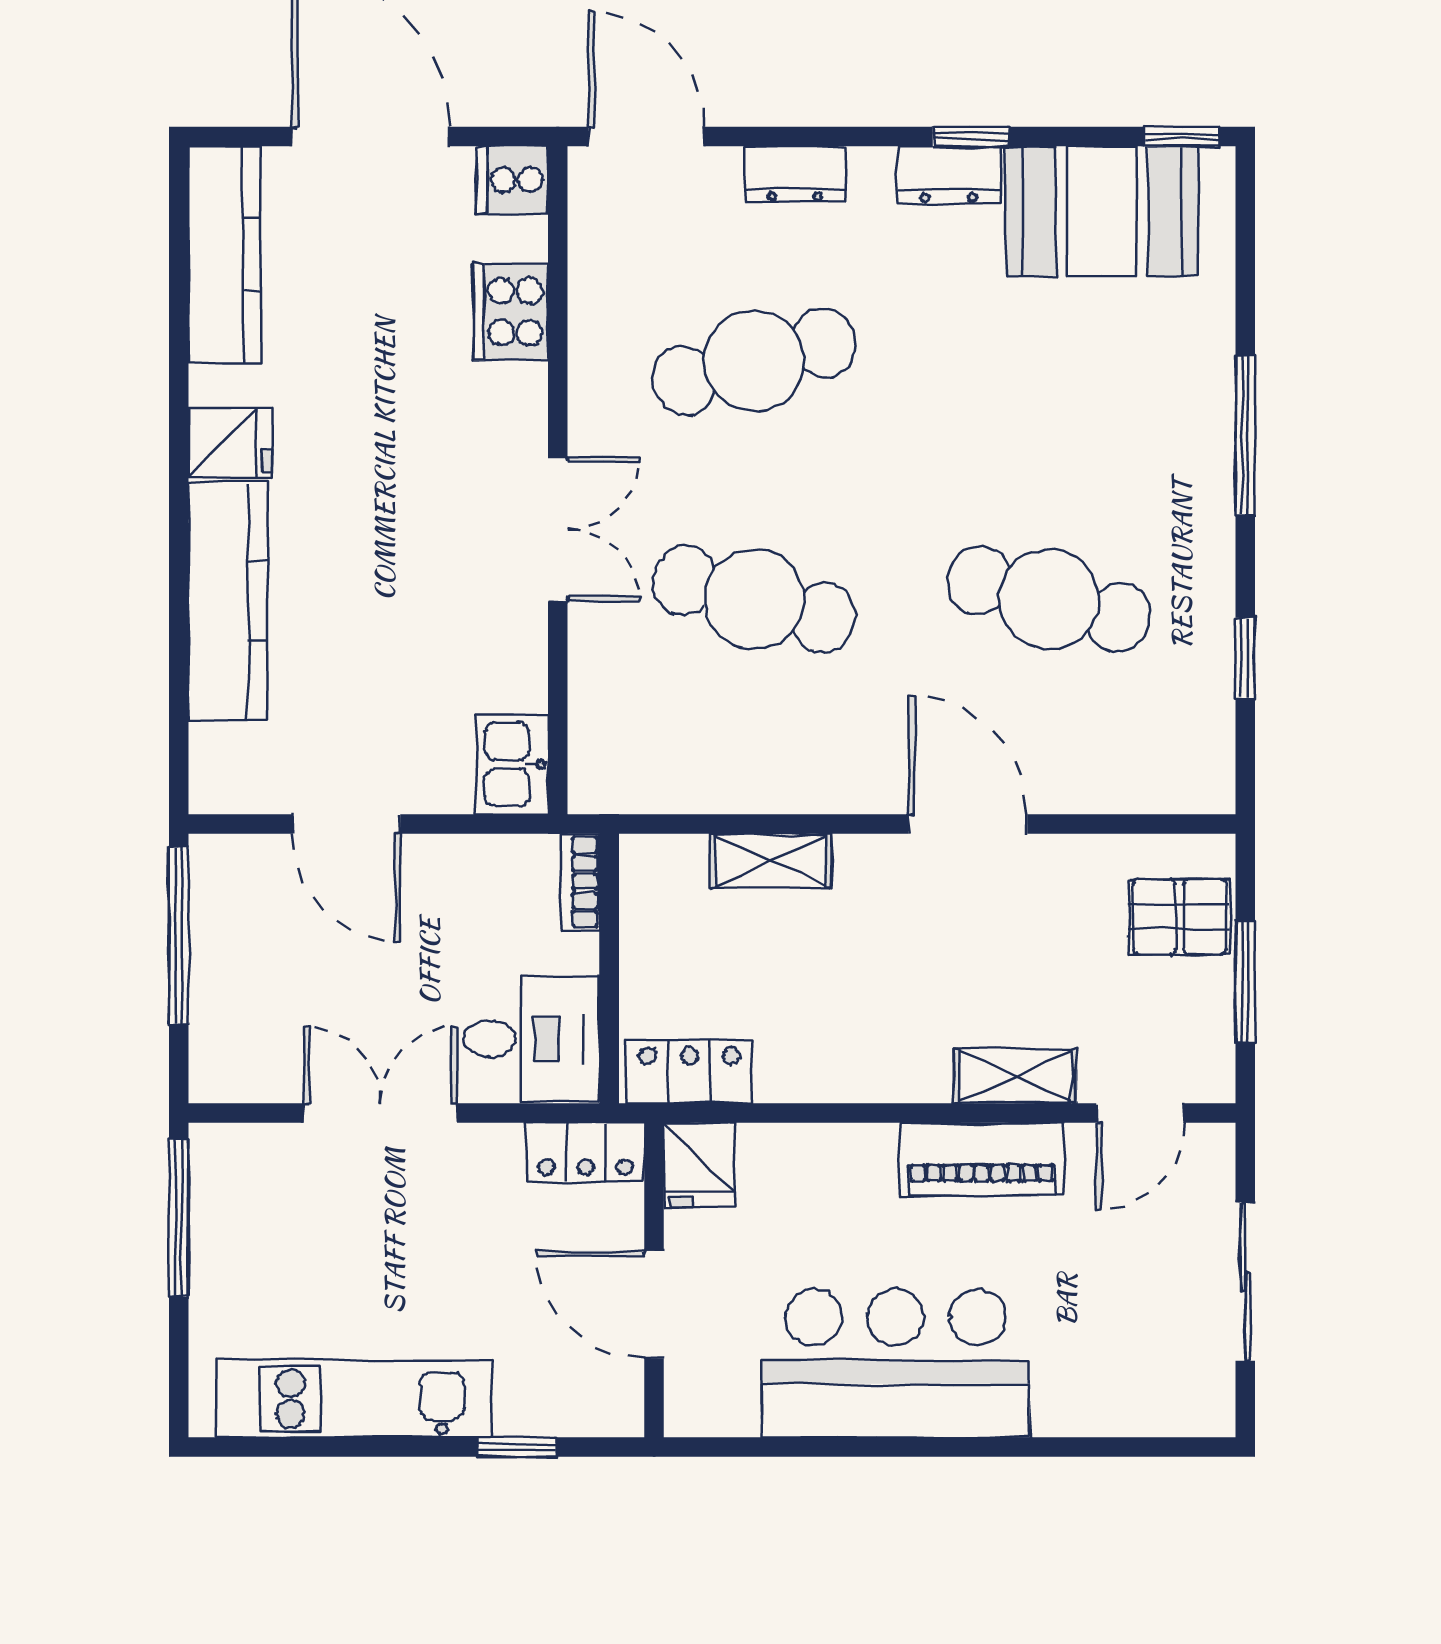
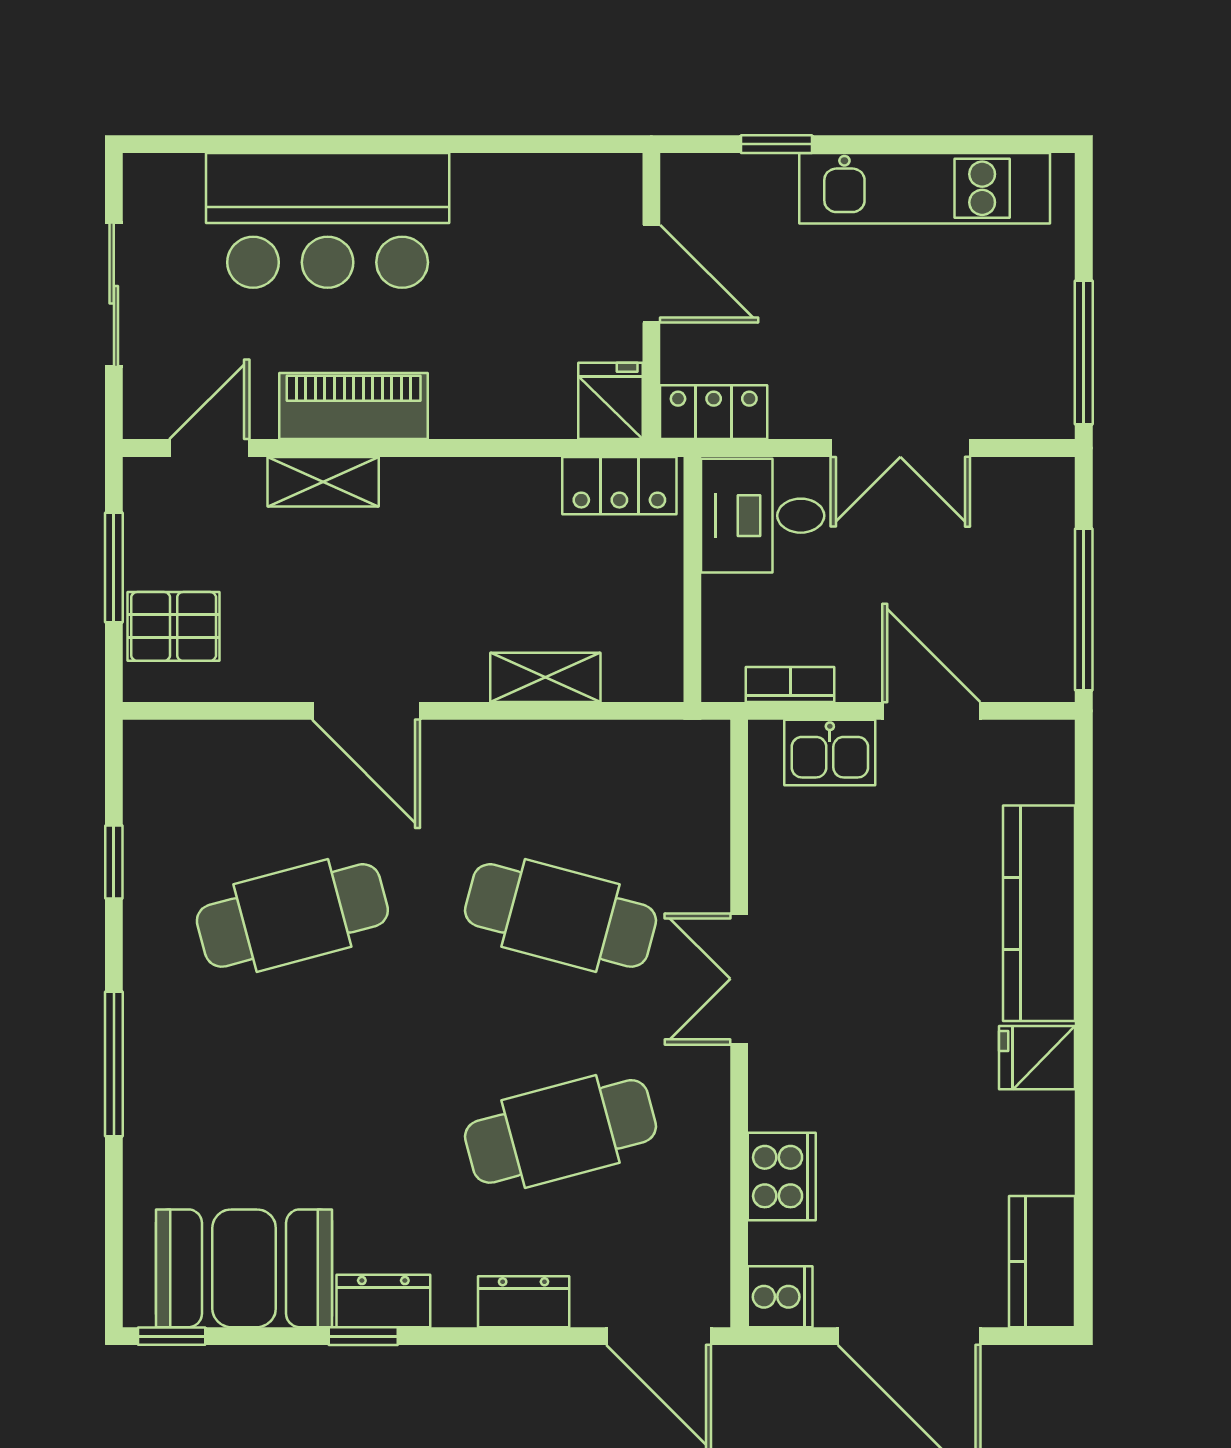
kitchen counter: (224, 255) -> (1042, 1262), width x0.67
cafe table: (1049, 599) -> (292, 915), turned -30
kitchen sink: (512, 764) -> (830, 753), moved, turned 90
bookcase: (580, 882) -> (790, 685), moved, turned -90
bar counter: (896, 1363) -> (328, 220), moved

